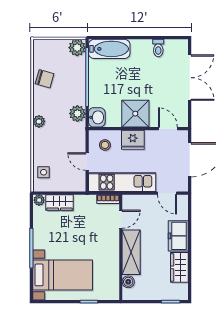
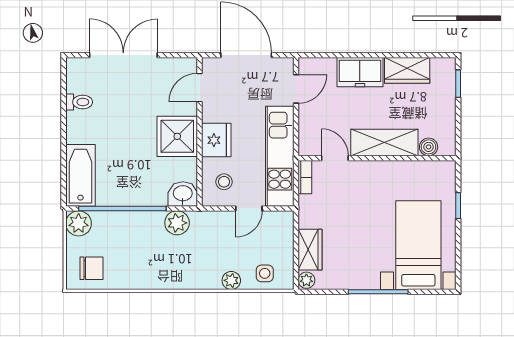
chair: (45, 79) -> (92, 268), moved, turned 74
plant: (39, 121) -> (231, 280), moved

